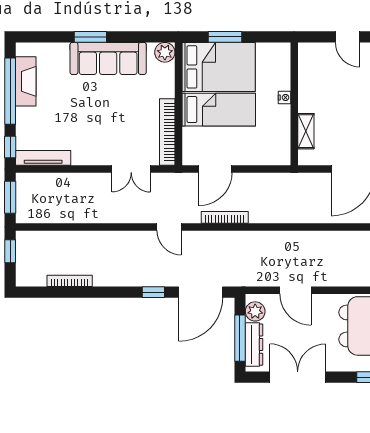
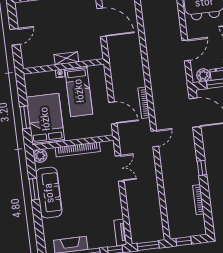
window: (90, 37) -> (34, 189), moved
bed: (219, 110) -> (79, 91), moved, turned 180
shelving: (306, 131) -> (66, 58), moved
bookcase: (167, 132) -> (78, 149), moved
tv unit: (43, 158) -> (120, 232), width x0.71
window: (153, 292) -> (202, 168), moved

